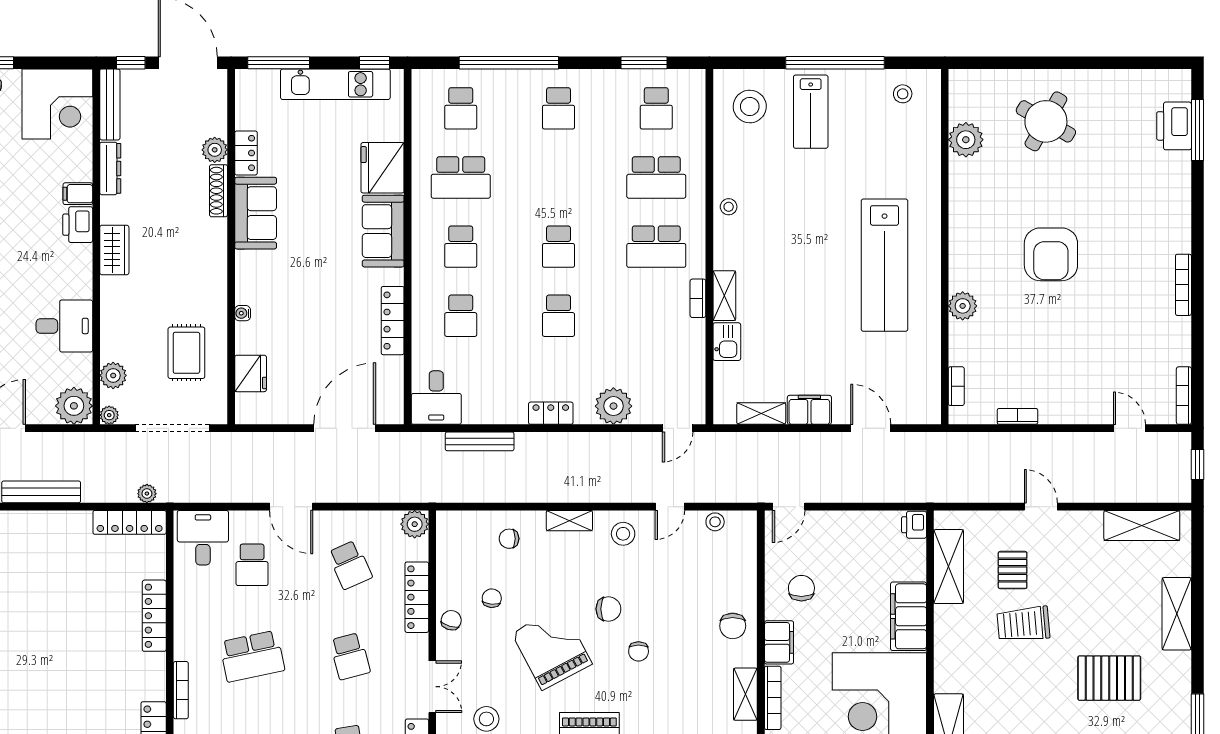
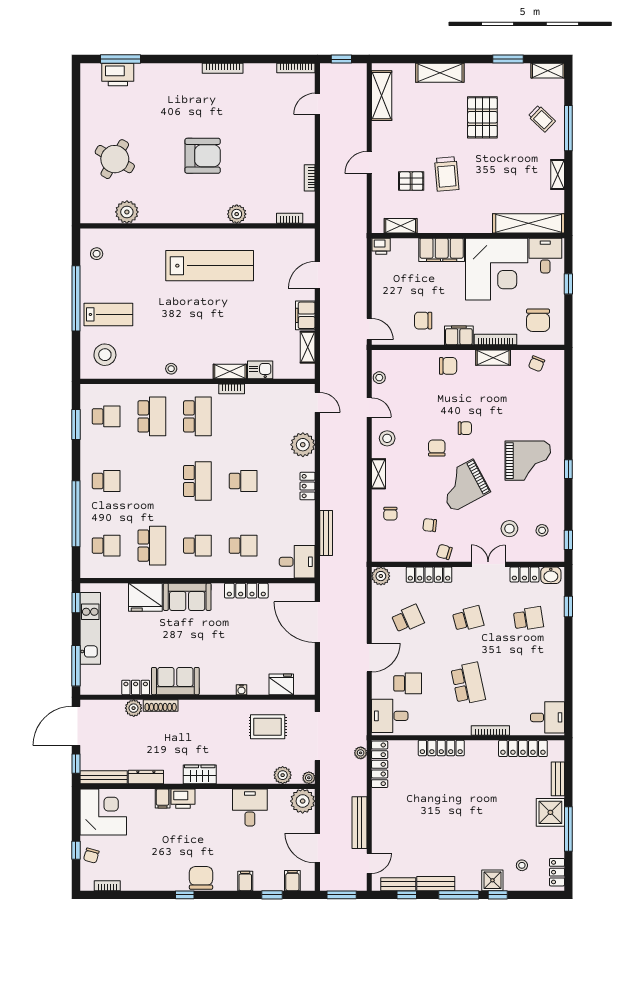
school desk: (559, 247) -> (197, 481), width x1.85
shelving: (949, 567) -> (401, 226), width x0.67, depth x0.75

